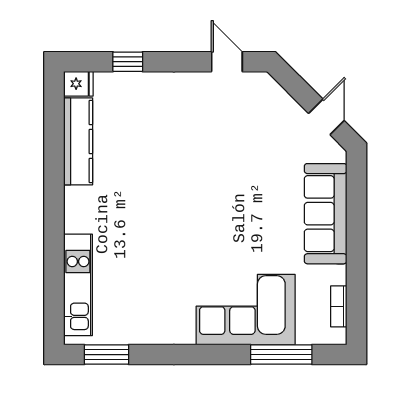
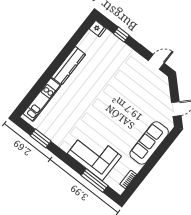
door: (227, 62) -> (156, 62), hinge flipped
kitchen counter: (78, 141) -> (69, 66), moved
window: (107, 355) -> (41, 138), moved

